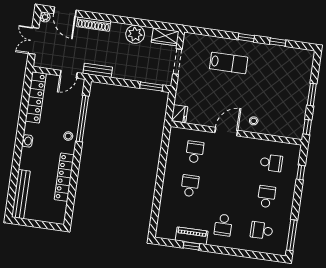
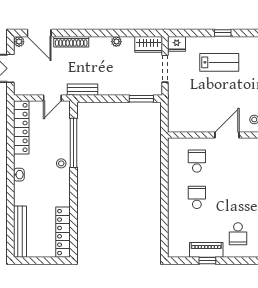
plant: (135, 34) -> (116, 42), width x0.53, depth x0.53
window: (246, 38) -> (223, 33), moved
fridge: (180, 114) -> (177, 44), moved, turned 90
locker: (64, 177) -> (63, 232), moved

